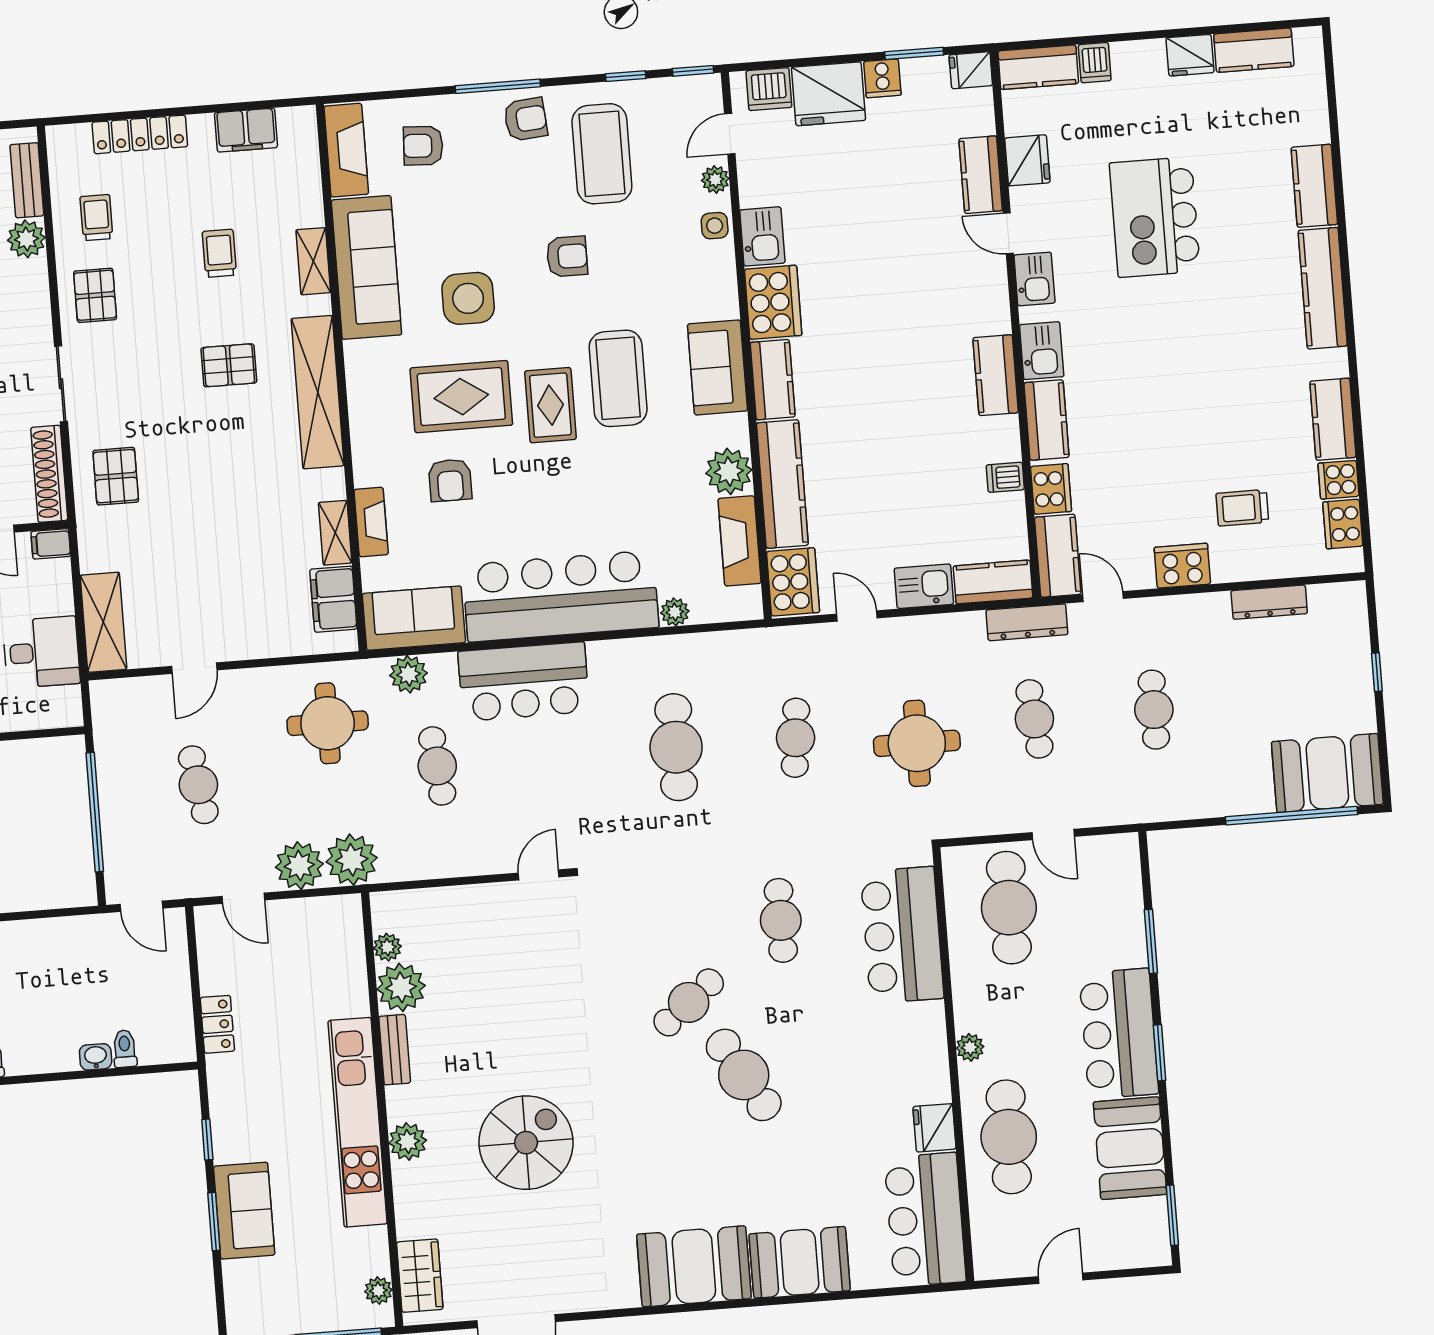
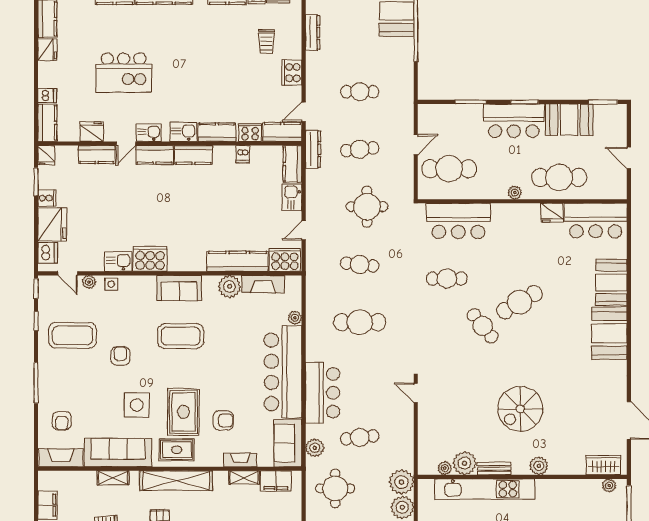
armchair: (526, 119) -> (53, 371), removed
kitchen counter: (773, 380) -> (154, 155), moved, turned 180
rug: (550, 405) -> (177, 450), moved
kitchen unit: (358, 1122) -> (485, 489), moved
spiral stairs: (526, 1143) -> (520, 409), moved, turned -90

